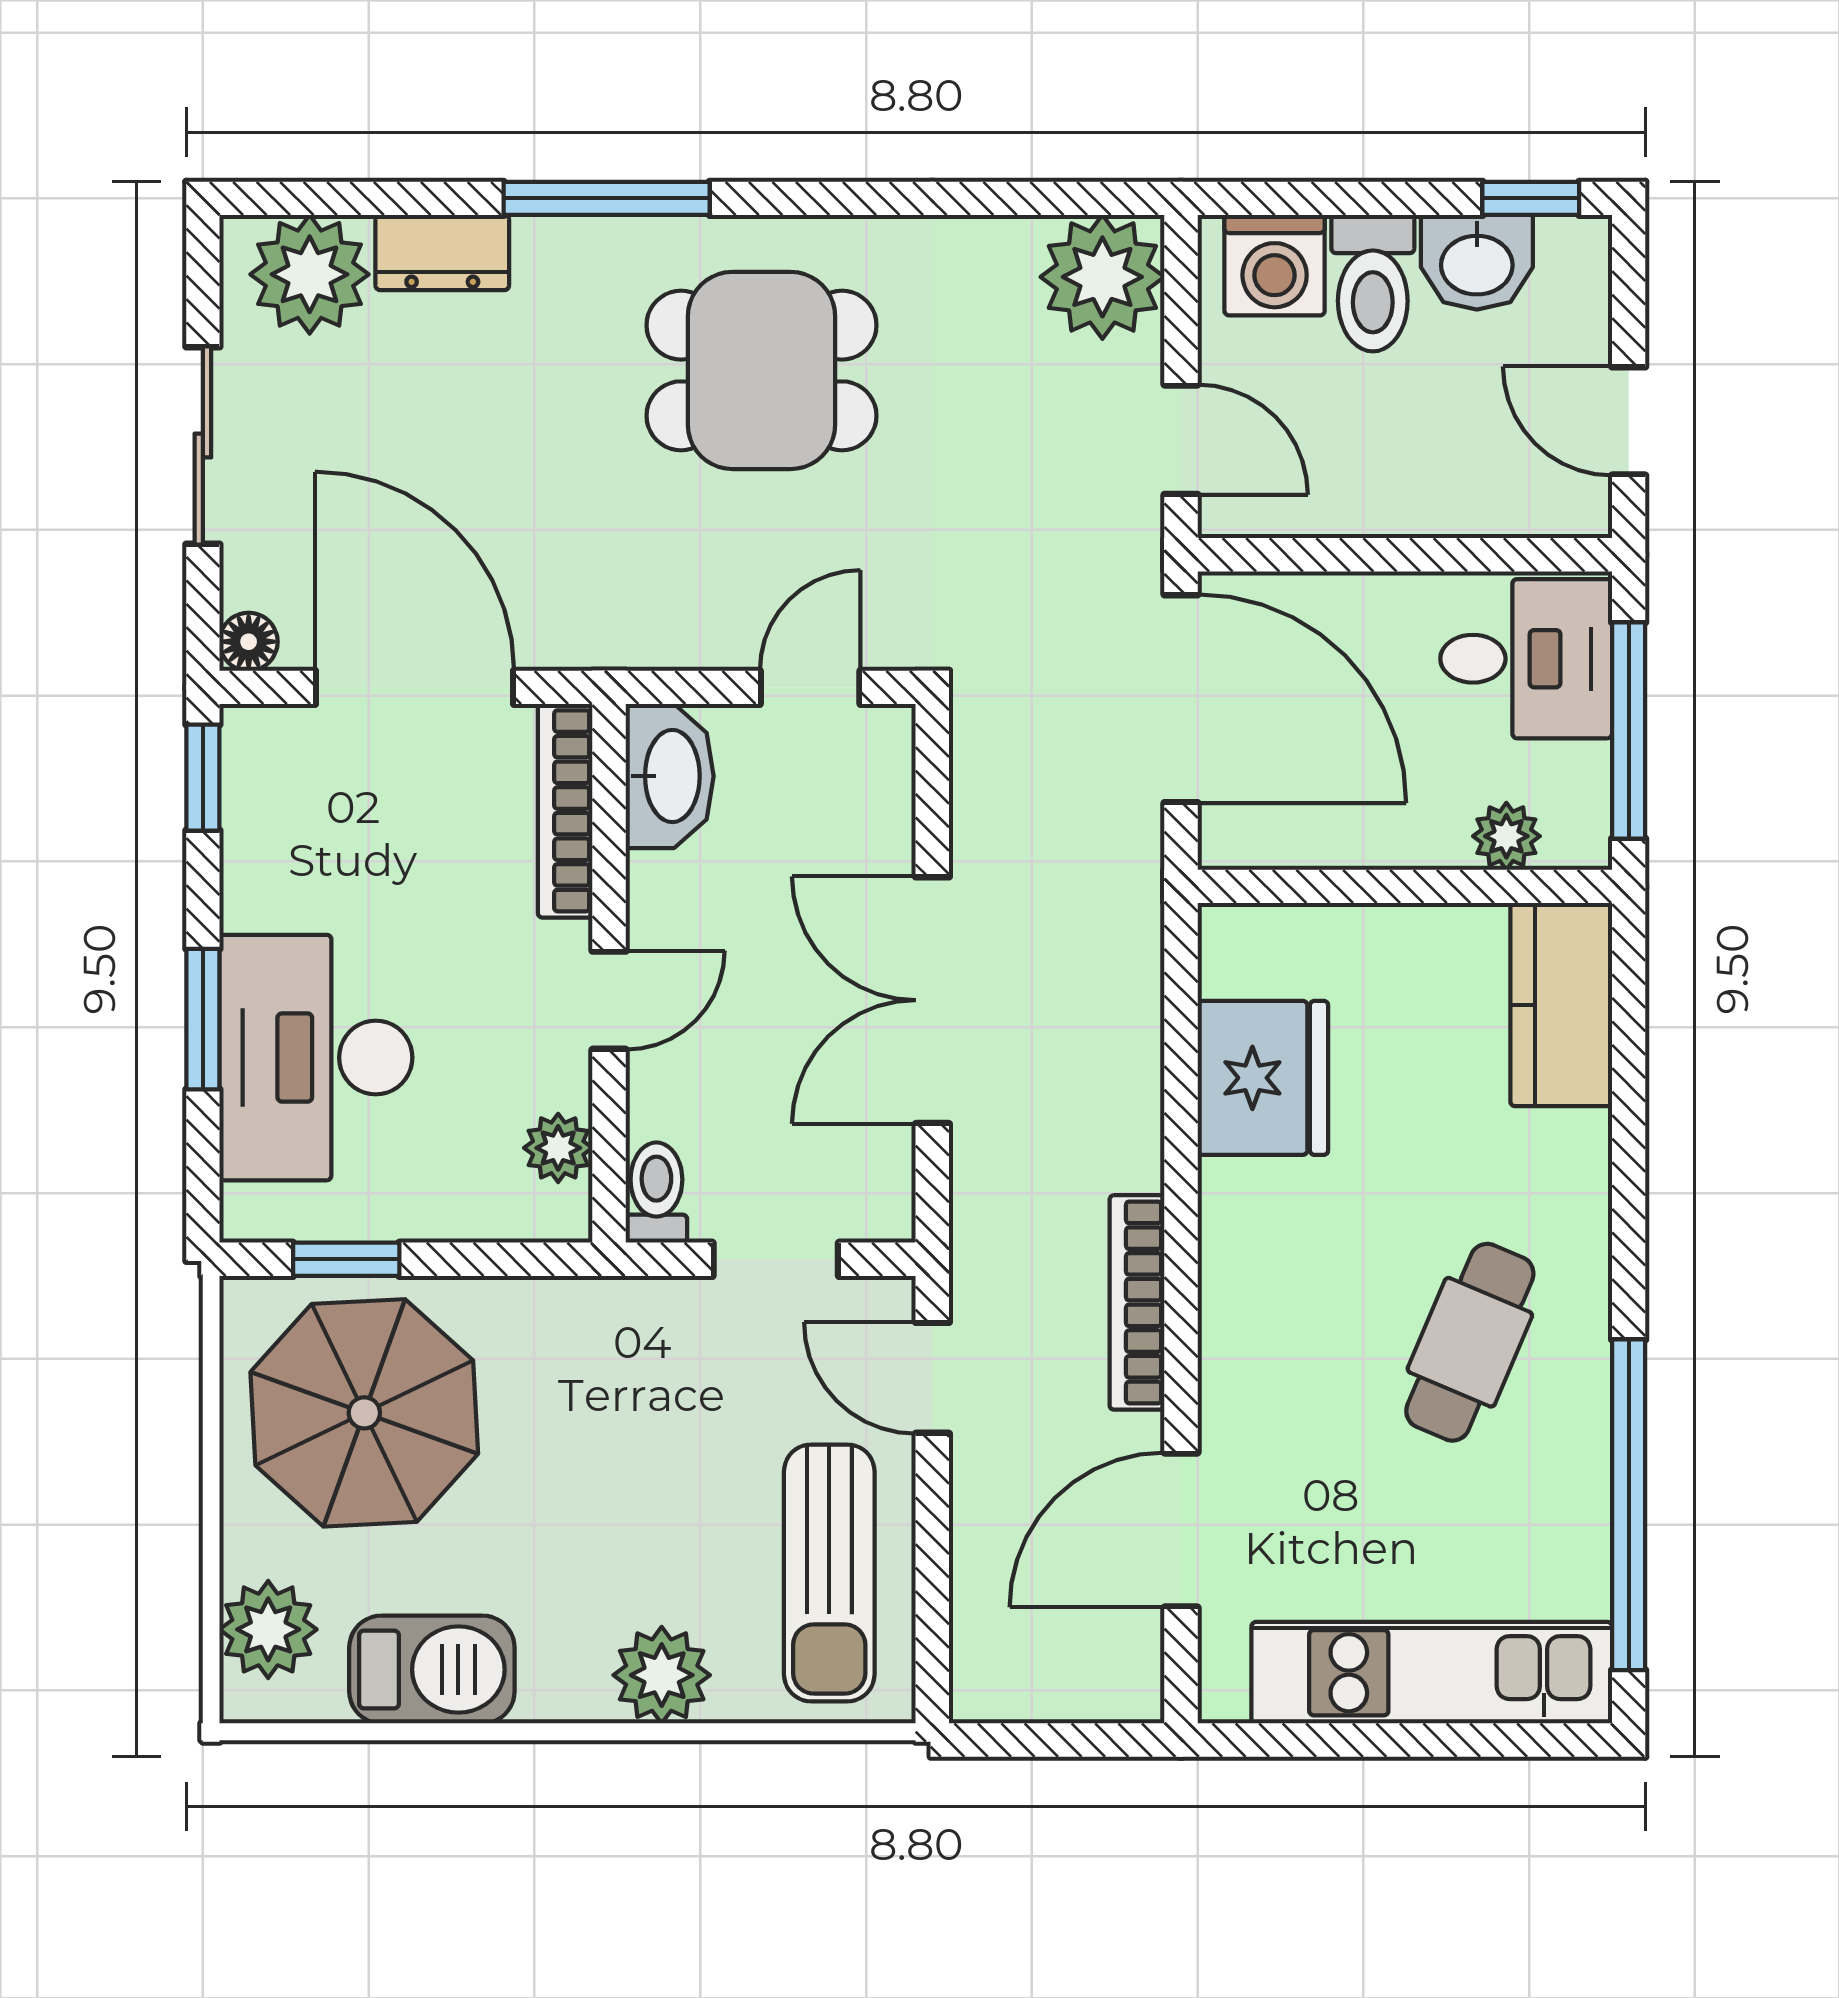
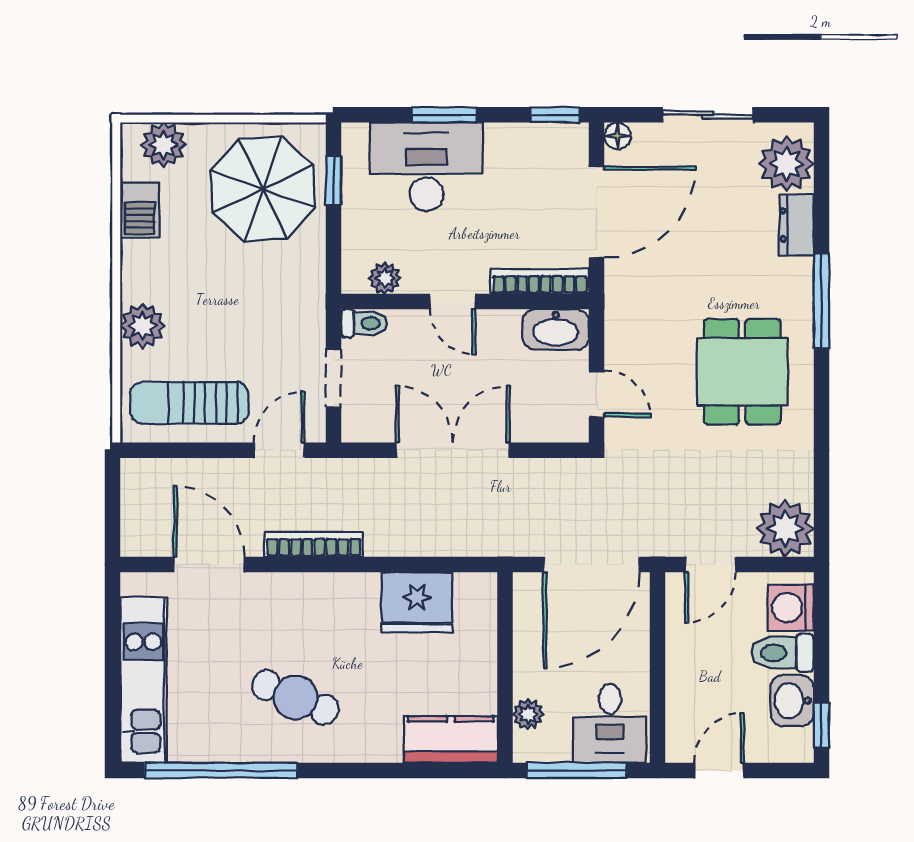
barbecue: (432, 1670) -> (140, 210), width x0.73, depth x0.79

